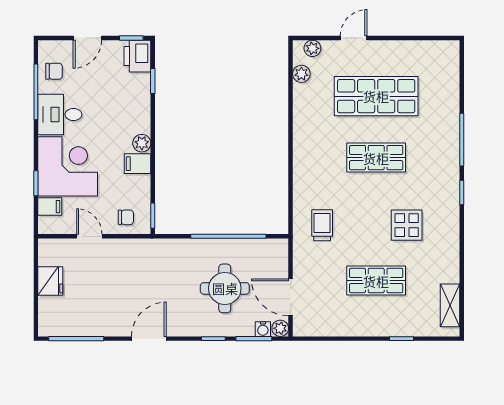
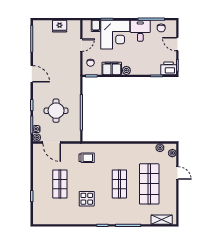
filing cabinet: (138, 164) -> (112, 68), width x2.00
door: (291, 297) -> (52, 143), swing flipped
shelving: (450, 305) -> (162, 220), moved

